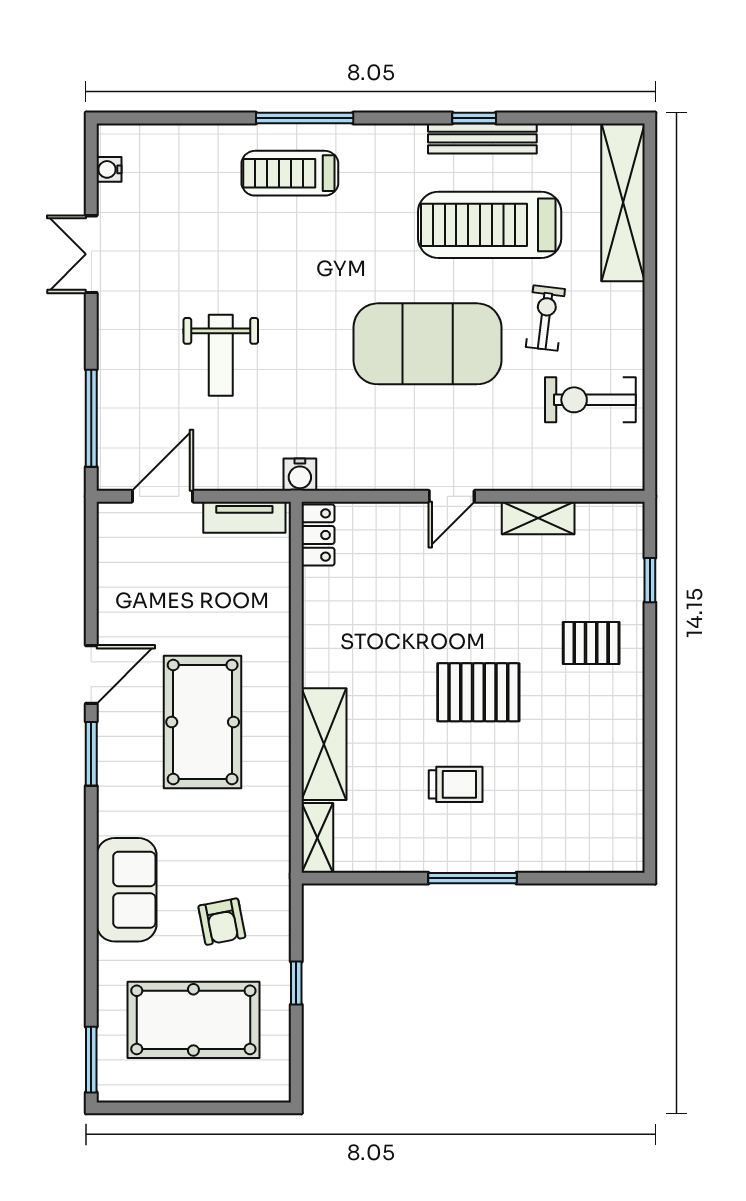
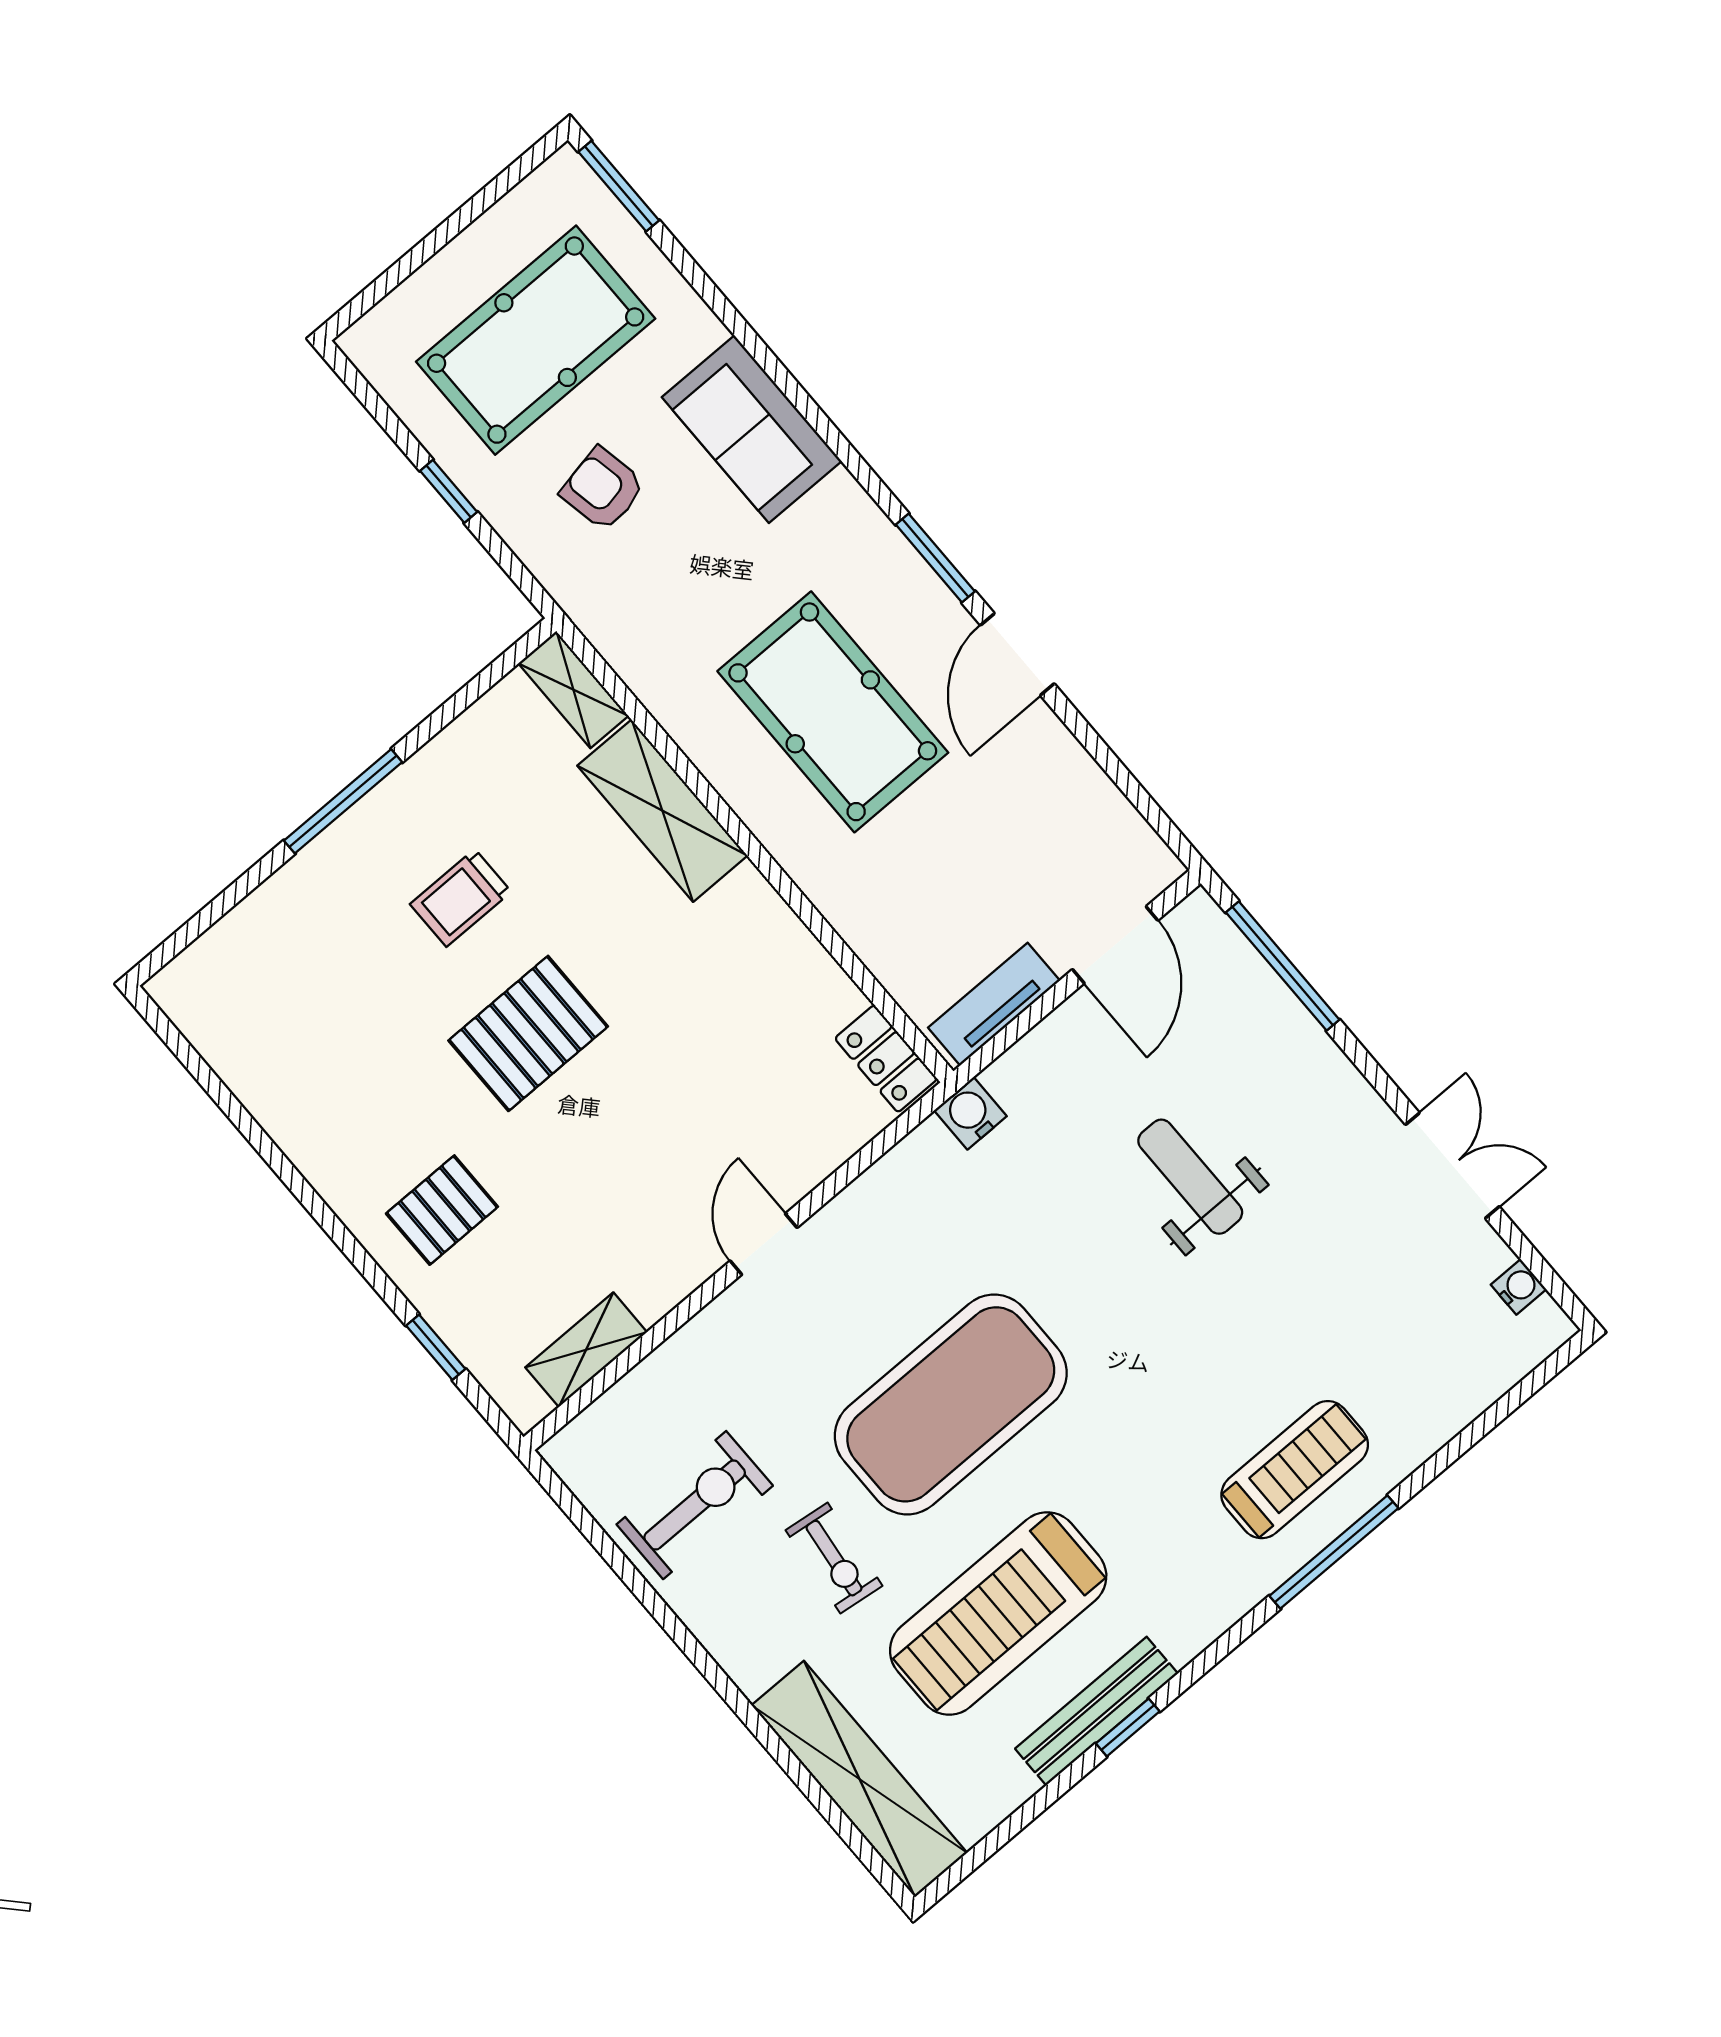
treadmill: (490, 225) -> (998, 1613), turned 180
shelving: (538, 518) -> (586, 1350), moved

